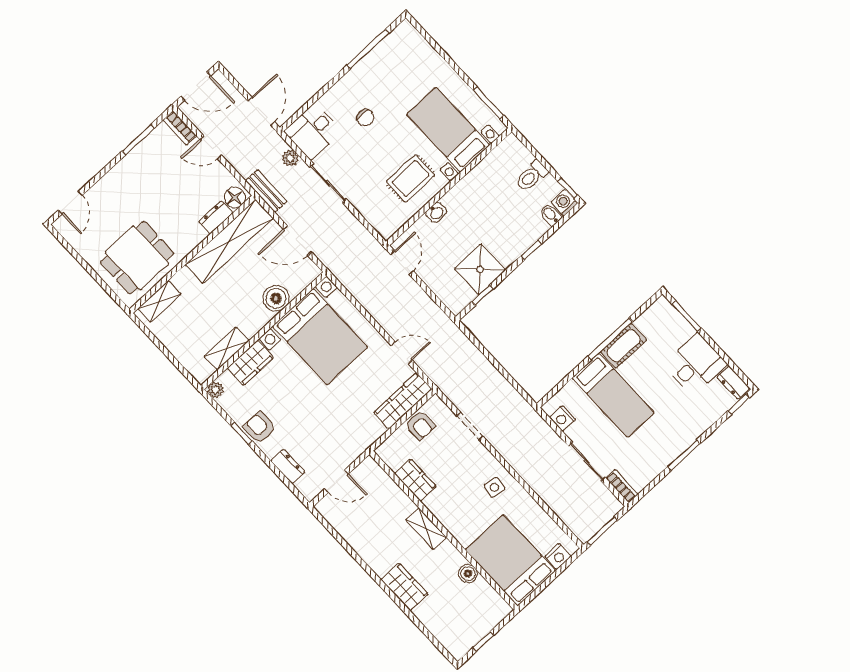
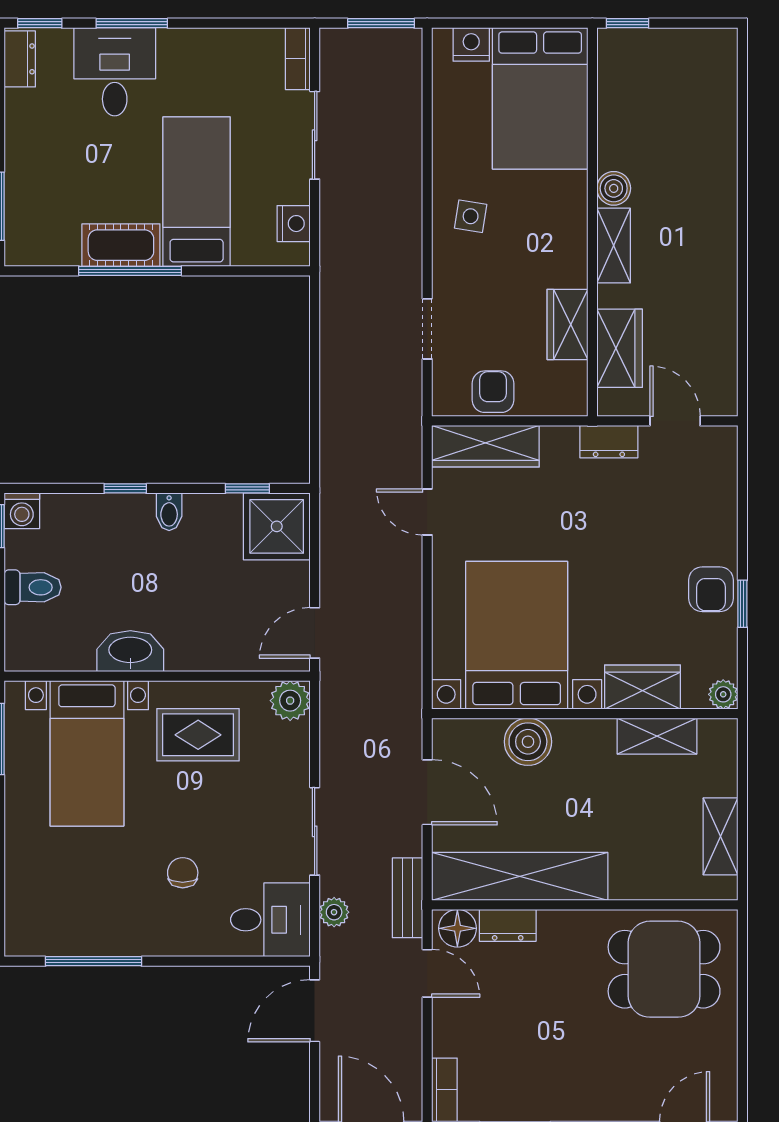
door: (211, 147) -> (427, 973), moved
washbasin: (436, 212) -> (130, 651), moved, width x1.91, depth x1.45
bidet: (551, 215) -> (169, 512), moved
plant: (386, 226) -> (290, 701), added
shower: (480, 269) -> (277, 526), moved
shelving: (159, 301) -> (721, 836), moved, turned 90
desk: (695, 364) -> (115, 72), moved, turned 90
window: (684, 455) -> (132, 23), moved
dresser: (288, 466) -> (609, 442), moved, turned -90
boiler: (468, 574) -> (614, 188), moved
wardrobe: (405, 587) -> (620, 348), moved, turned 180
window: (484, 641) -> (627, 23), moved

